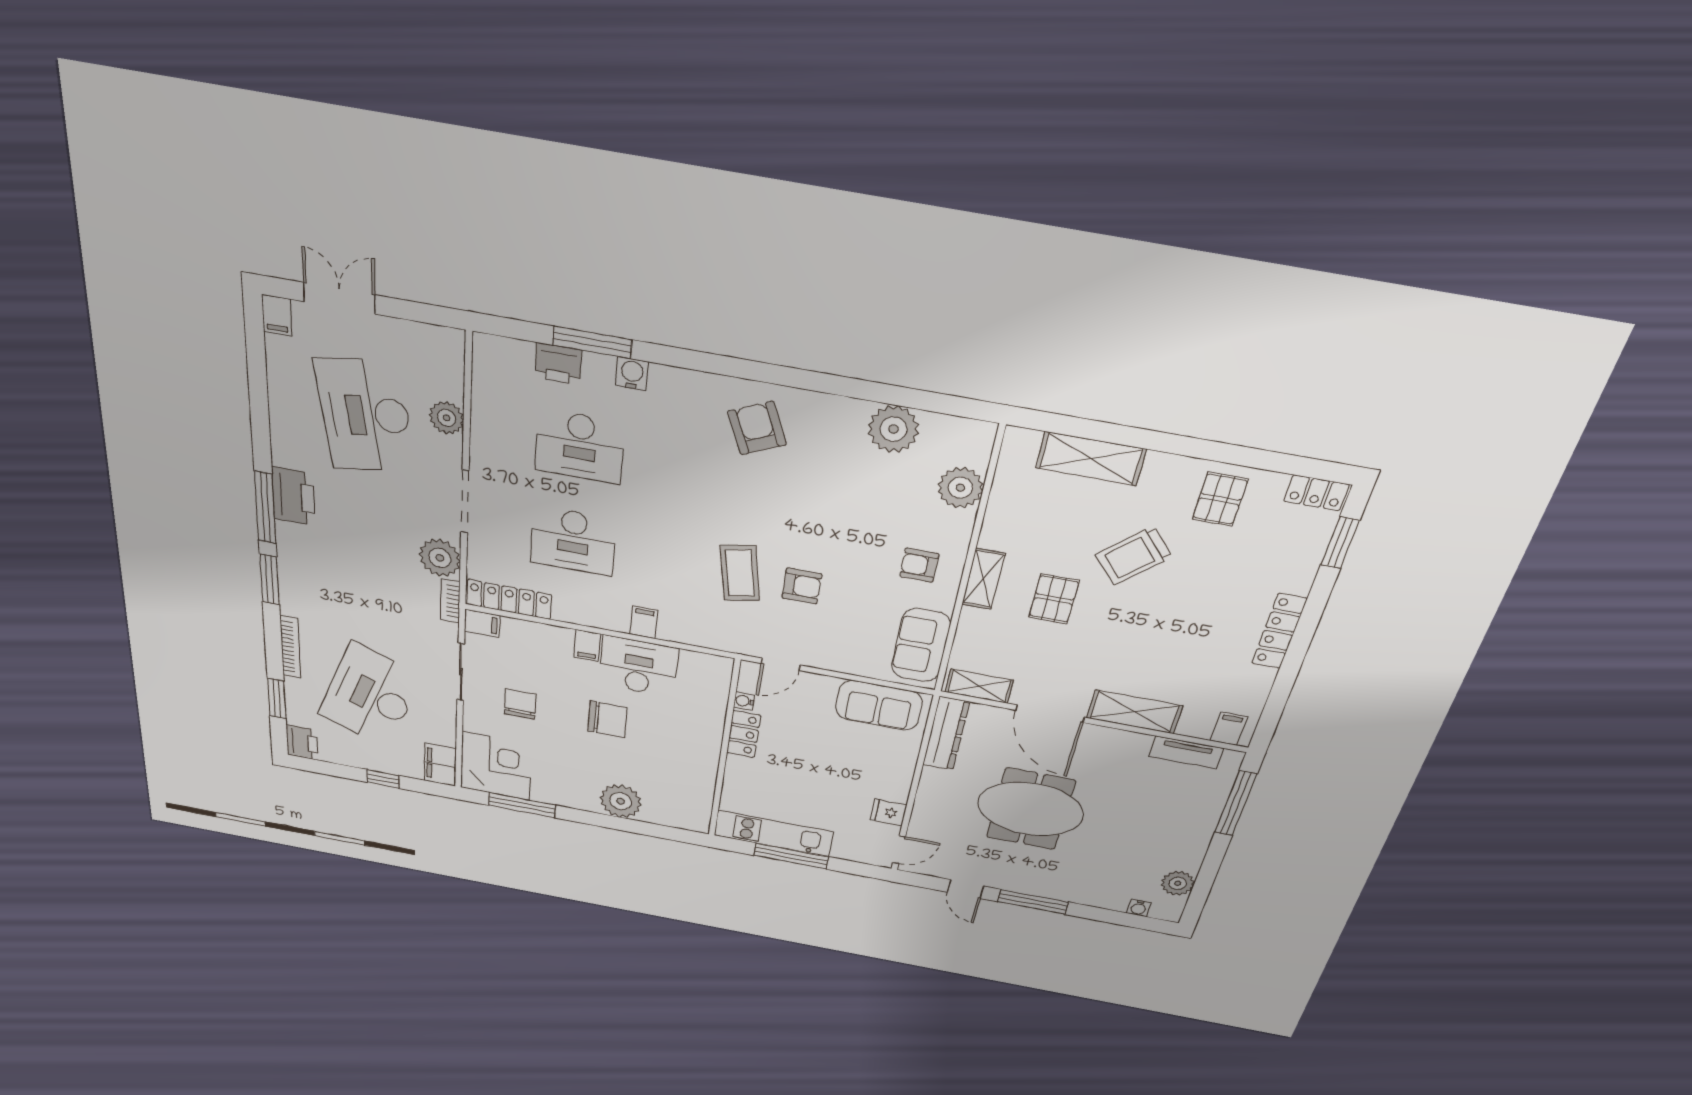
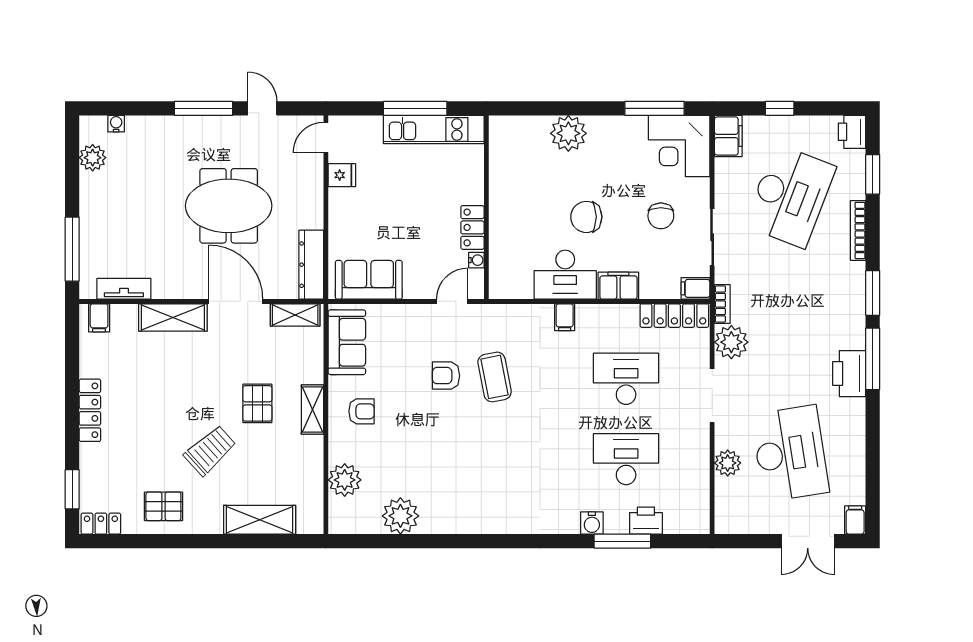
armchair: (757, 428) -> (497, 498), removed
pallet: (1220, 499) -> (163, 506), turned 90
filing cabinet: (587, 646) -> (618, 286), width x2.00

